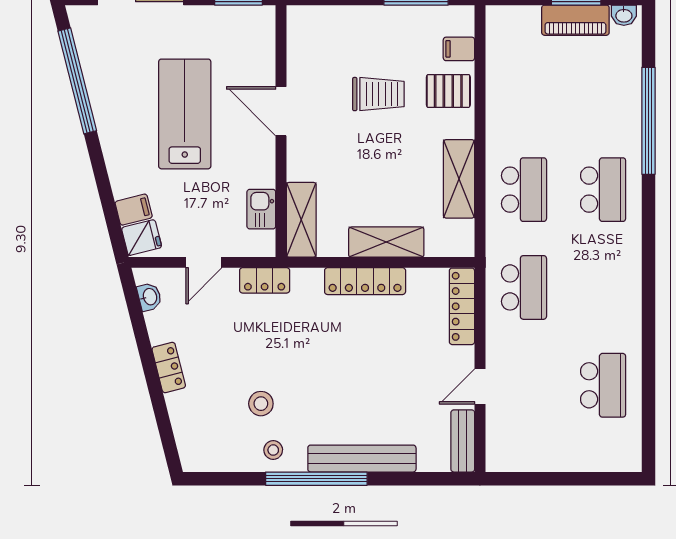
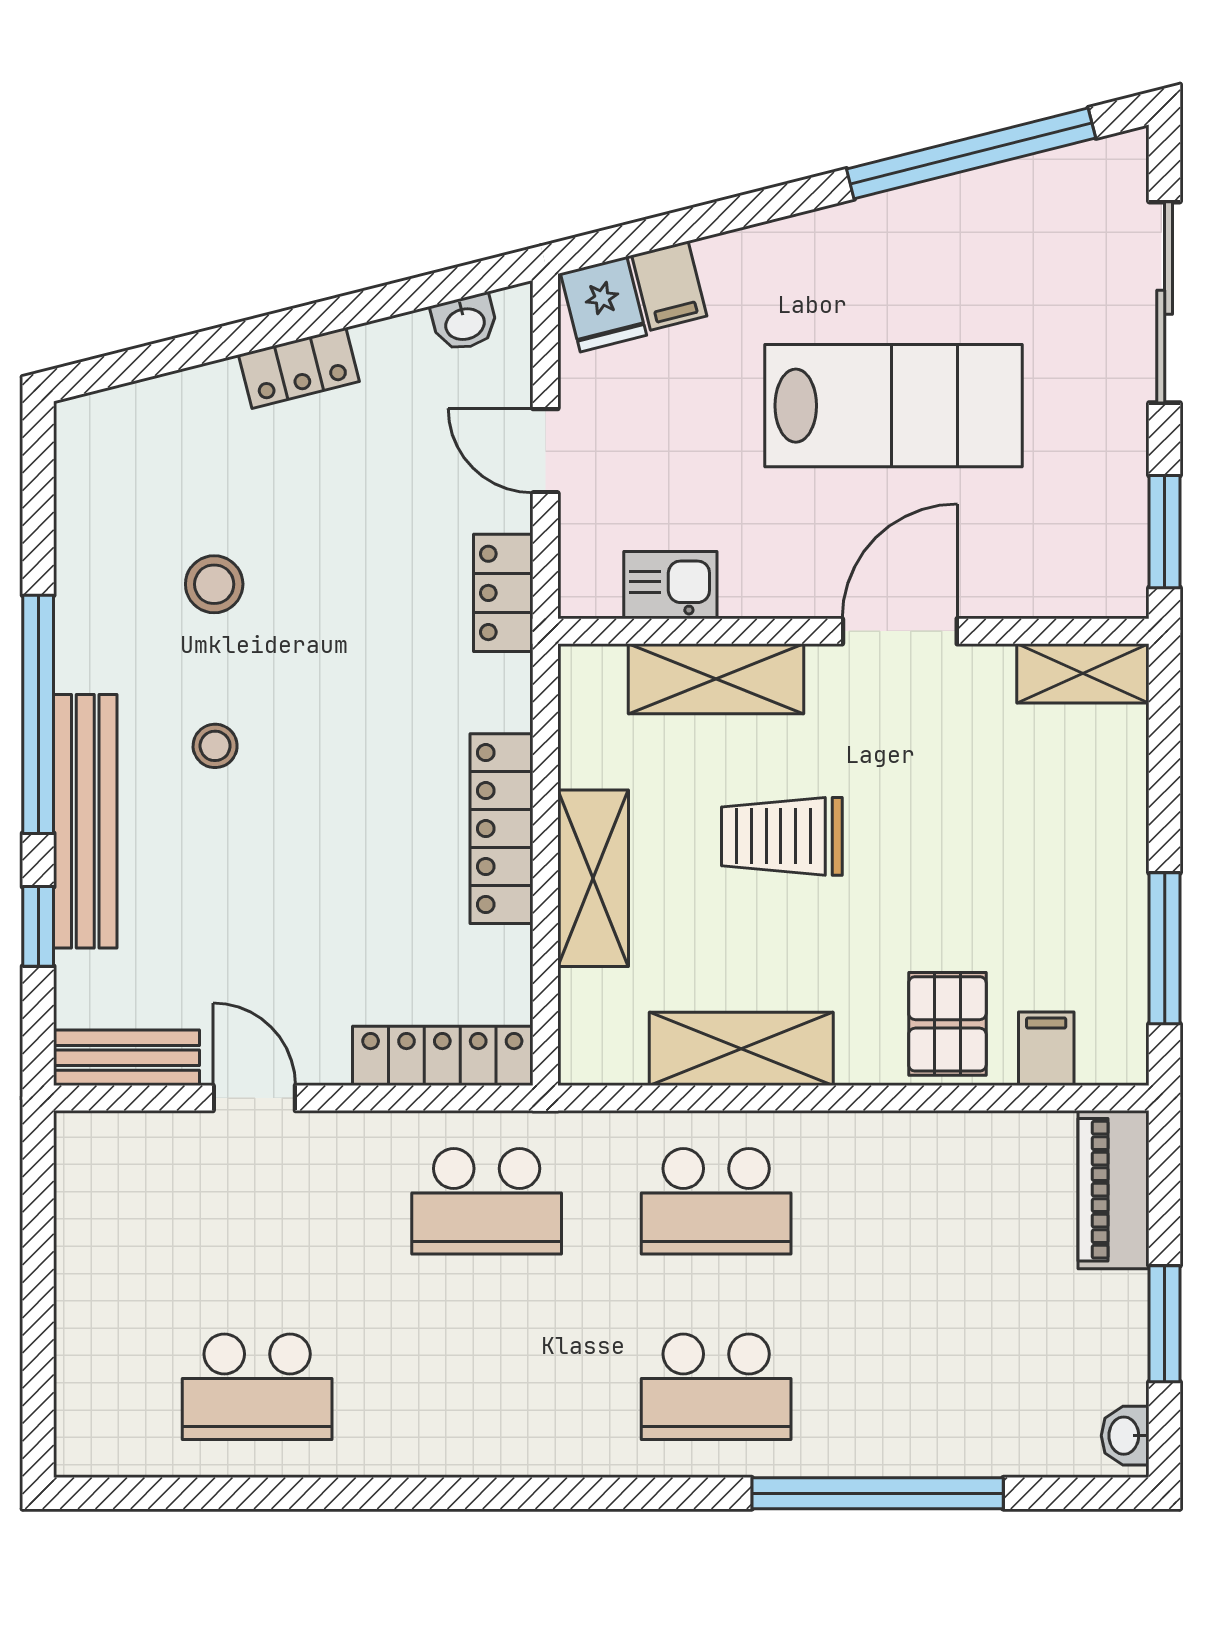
piano: (575, 20) -> (1114, 1190), moved
shelving: (299, 33) -> (1083, 673), added
trolley: (378, 94) -> (782, 836), moved, turned 90
shelving: (301, 220) -> (716, 679), moved
stool: (273, 450) -> (215, 746), moved
window: (407, 479) -> (38, 926), added

